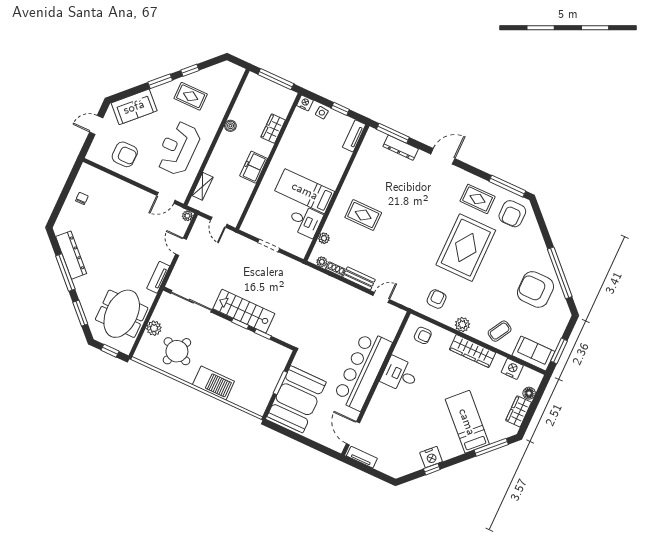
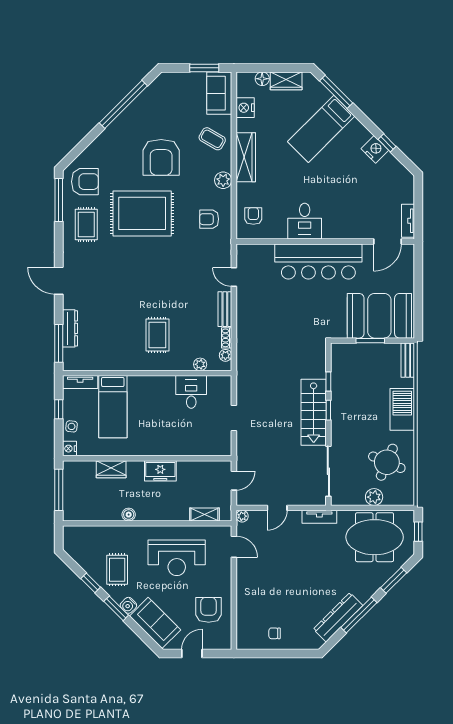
water cooler: (158, 92) -> (128, 605), added
door: (96, 125) -> (192, 654), swing flipped
bed: (305, 191) -> (113, 407), moved
armchair: (535, 289) -> (161, 157), moved
bench: (251, 406) -> (408, 360), added

